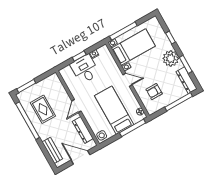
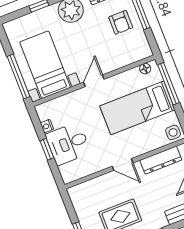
armchair: (154, 92) -> (121, 22), moved

